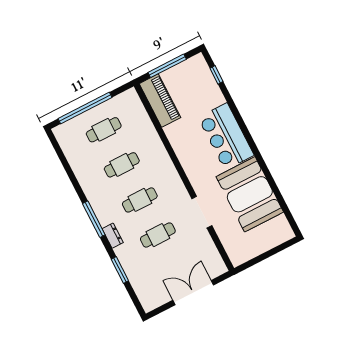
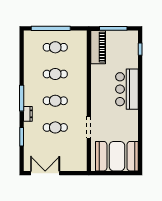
booth: (250, 194) -> (117, 156), moved, turned 90
double door: (193, 293) -> (45, 173), moved

